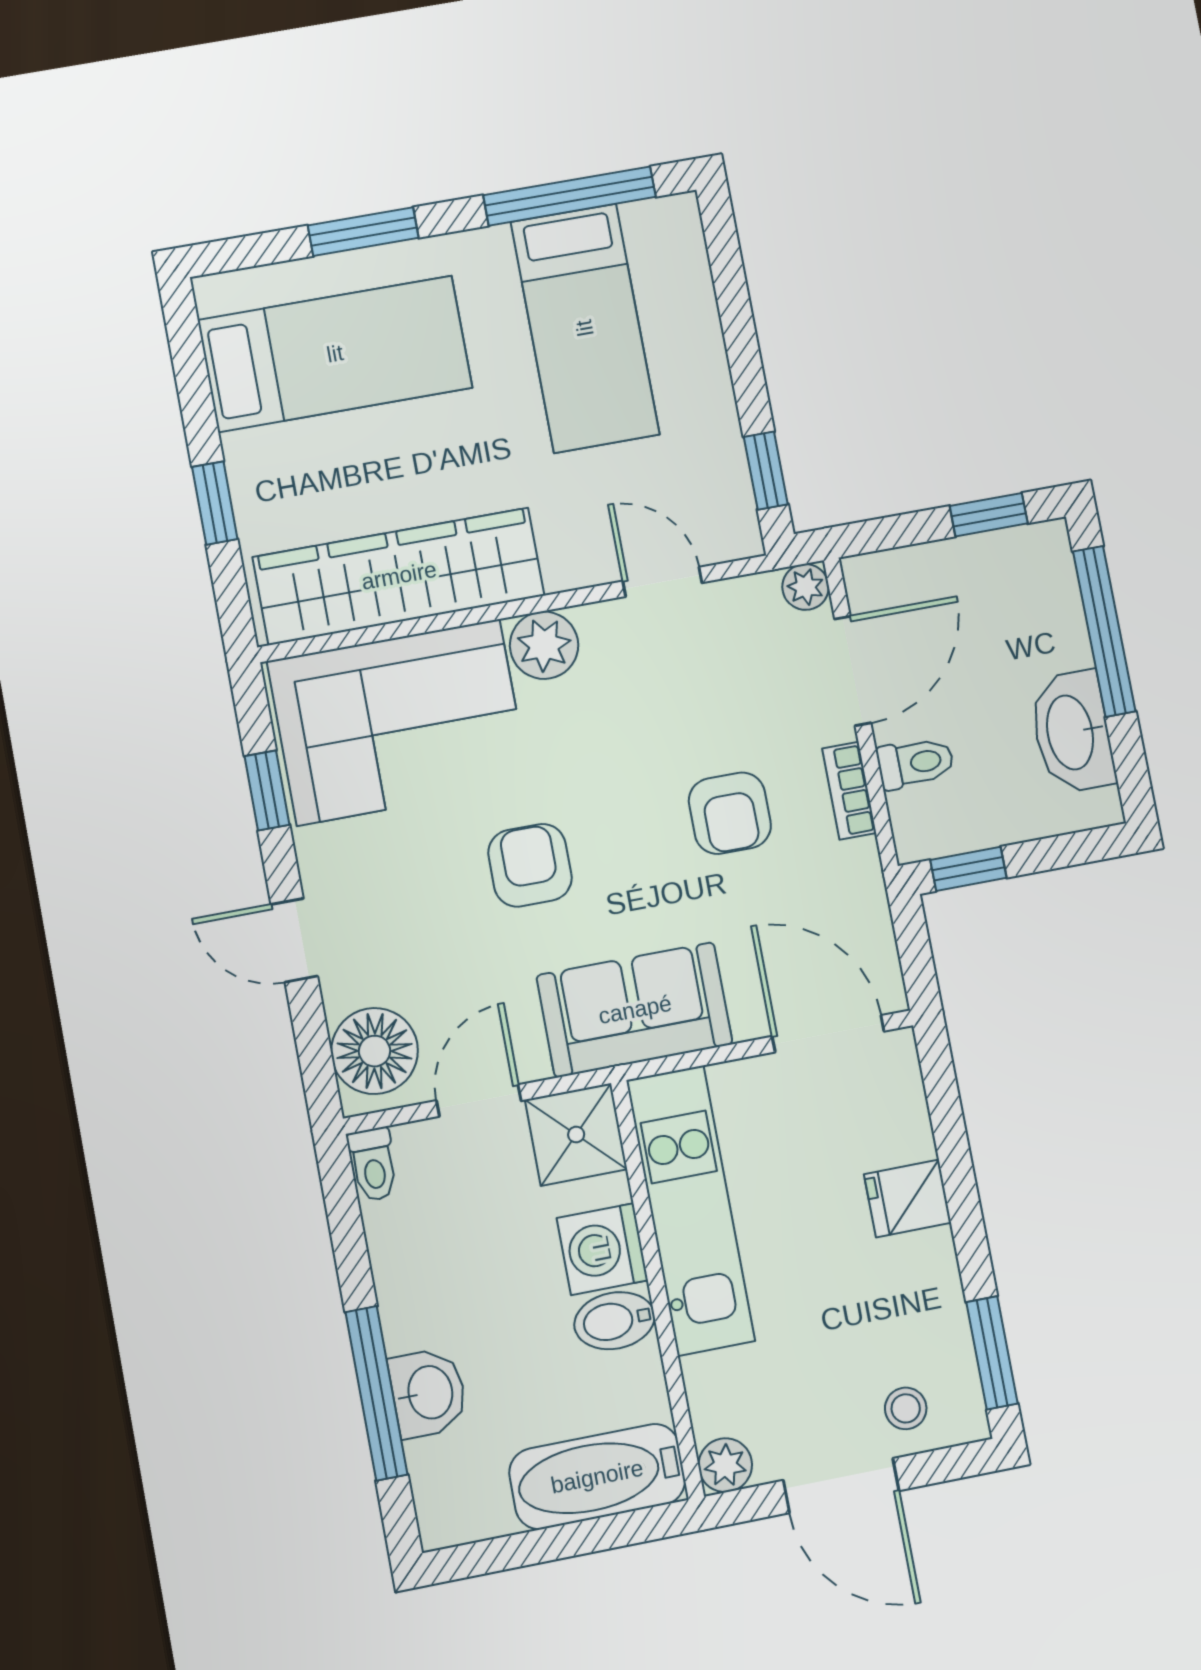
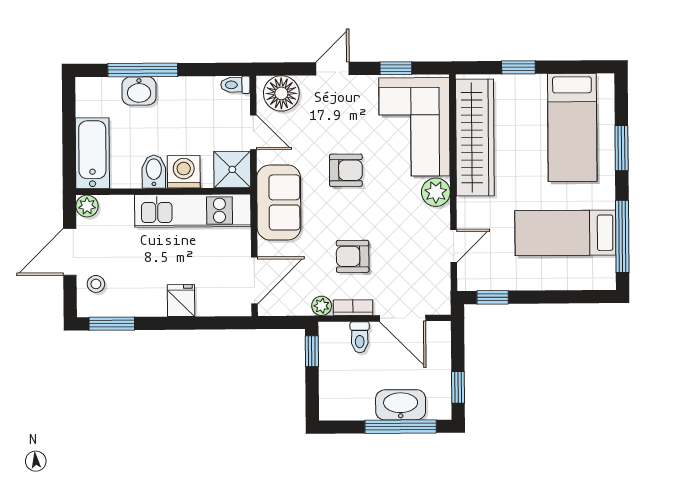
plant: (806, 587) -> (322, 306), moved
washbasin: (1072, 732) -> (401, 405), moved

